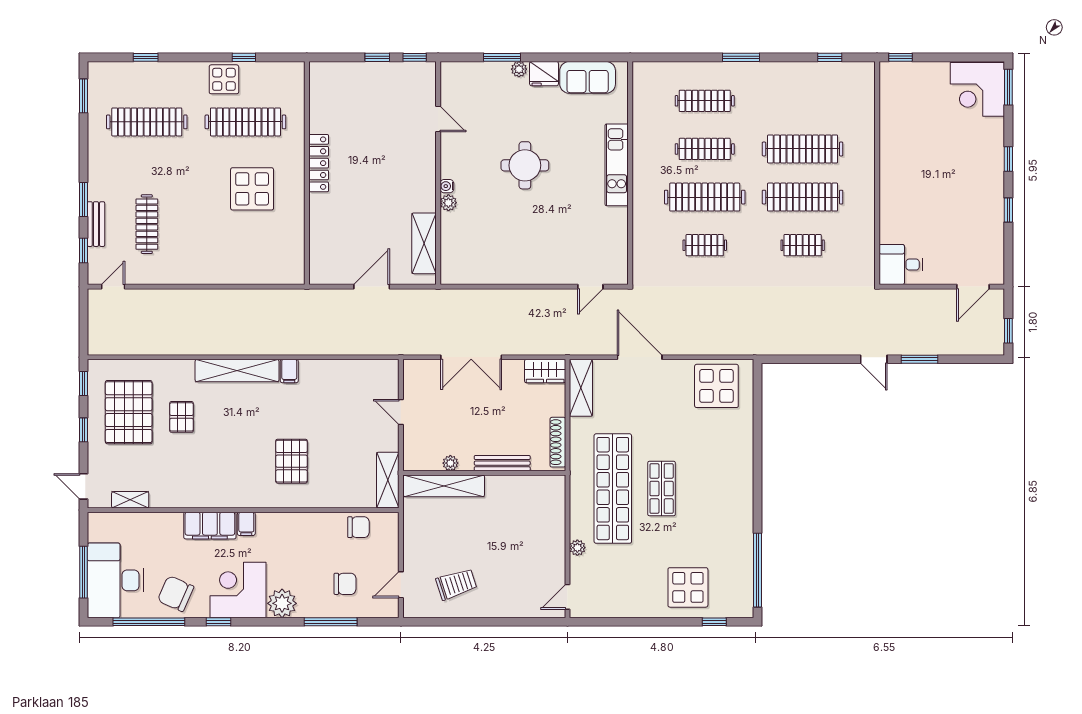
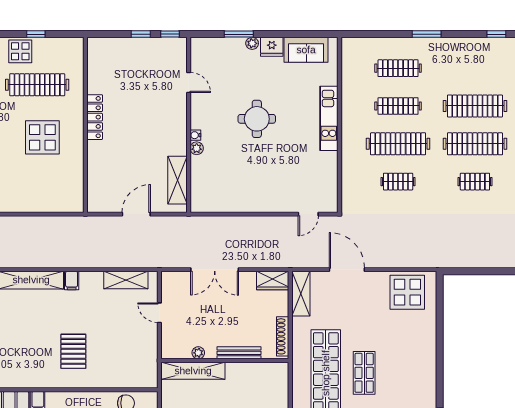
shelving: (388, 480) -> (126, 280), moved, turned 90

